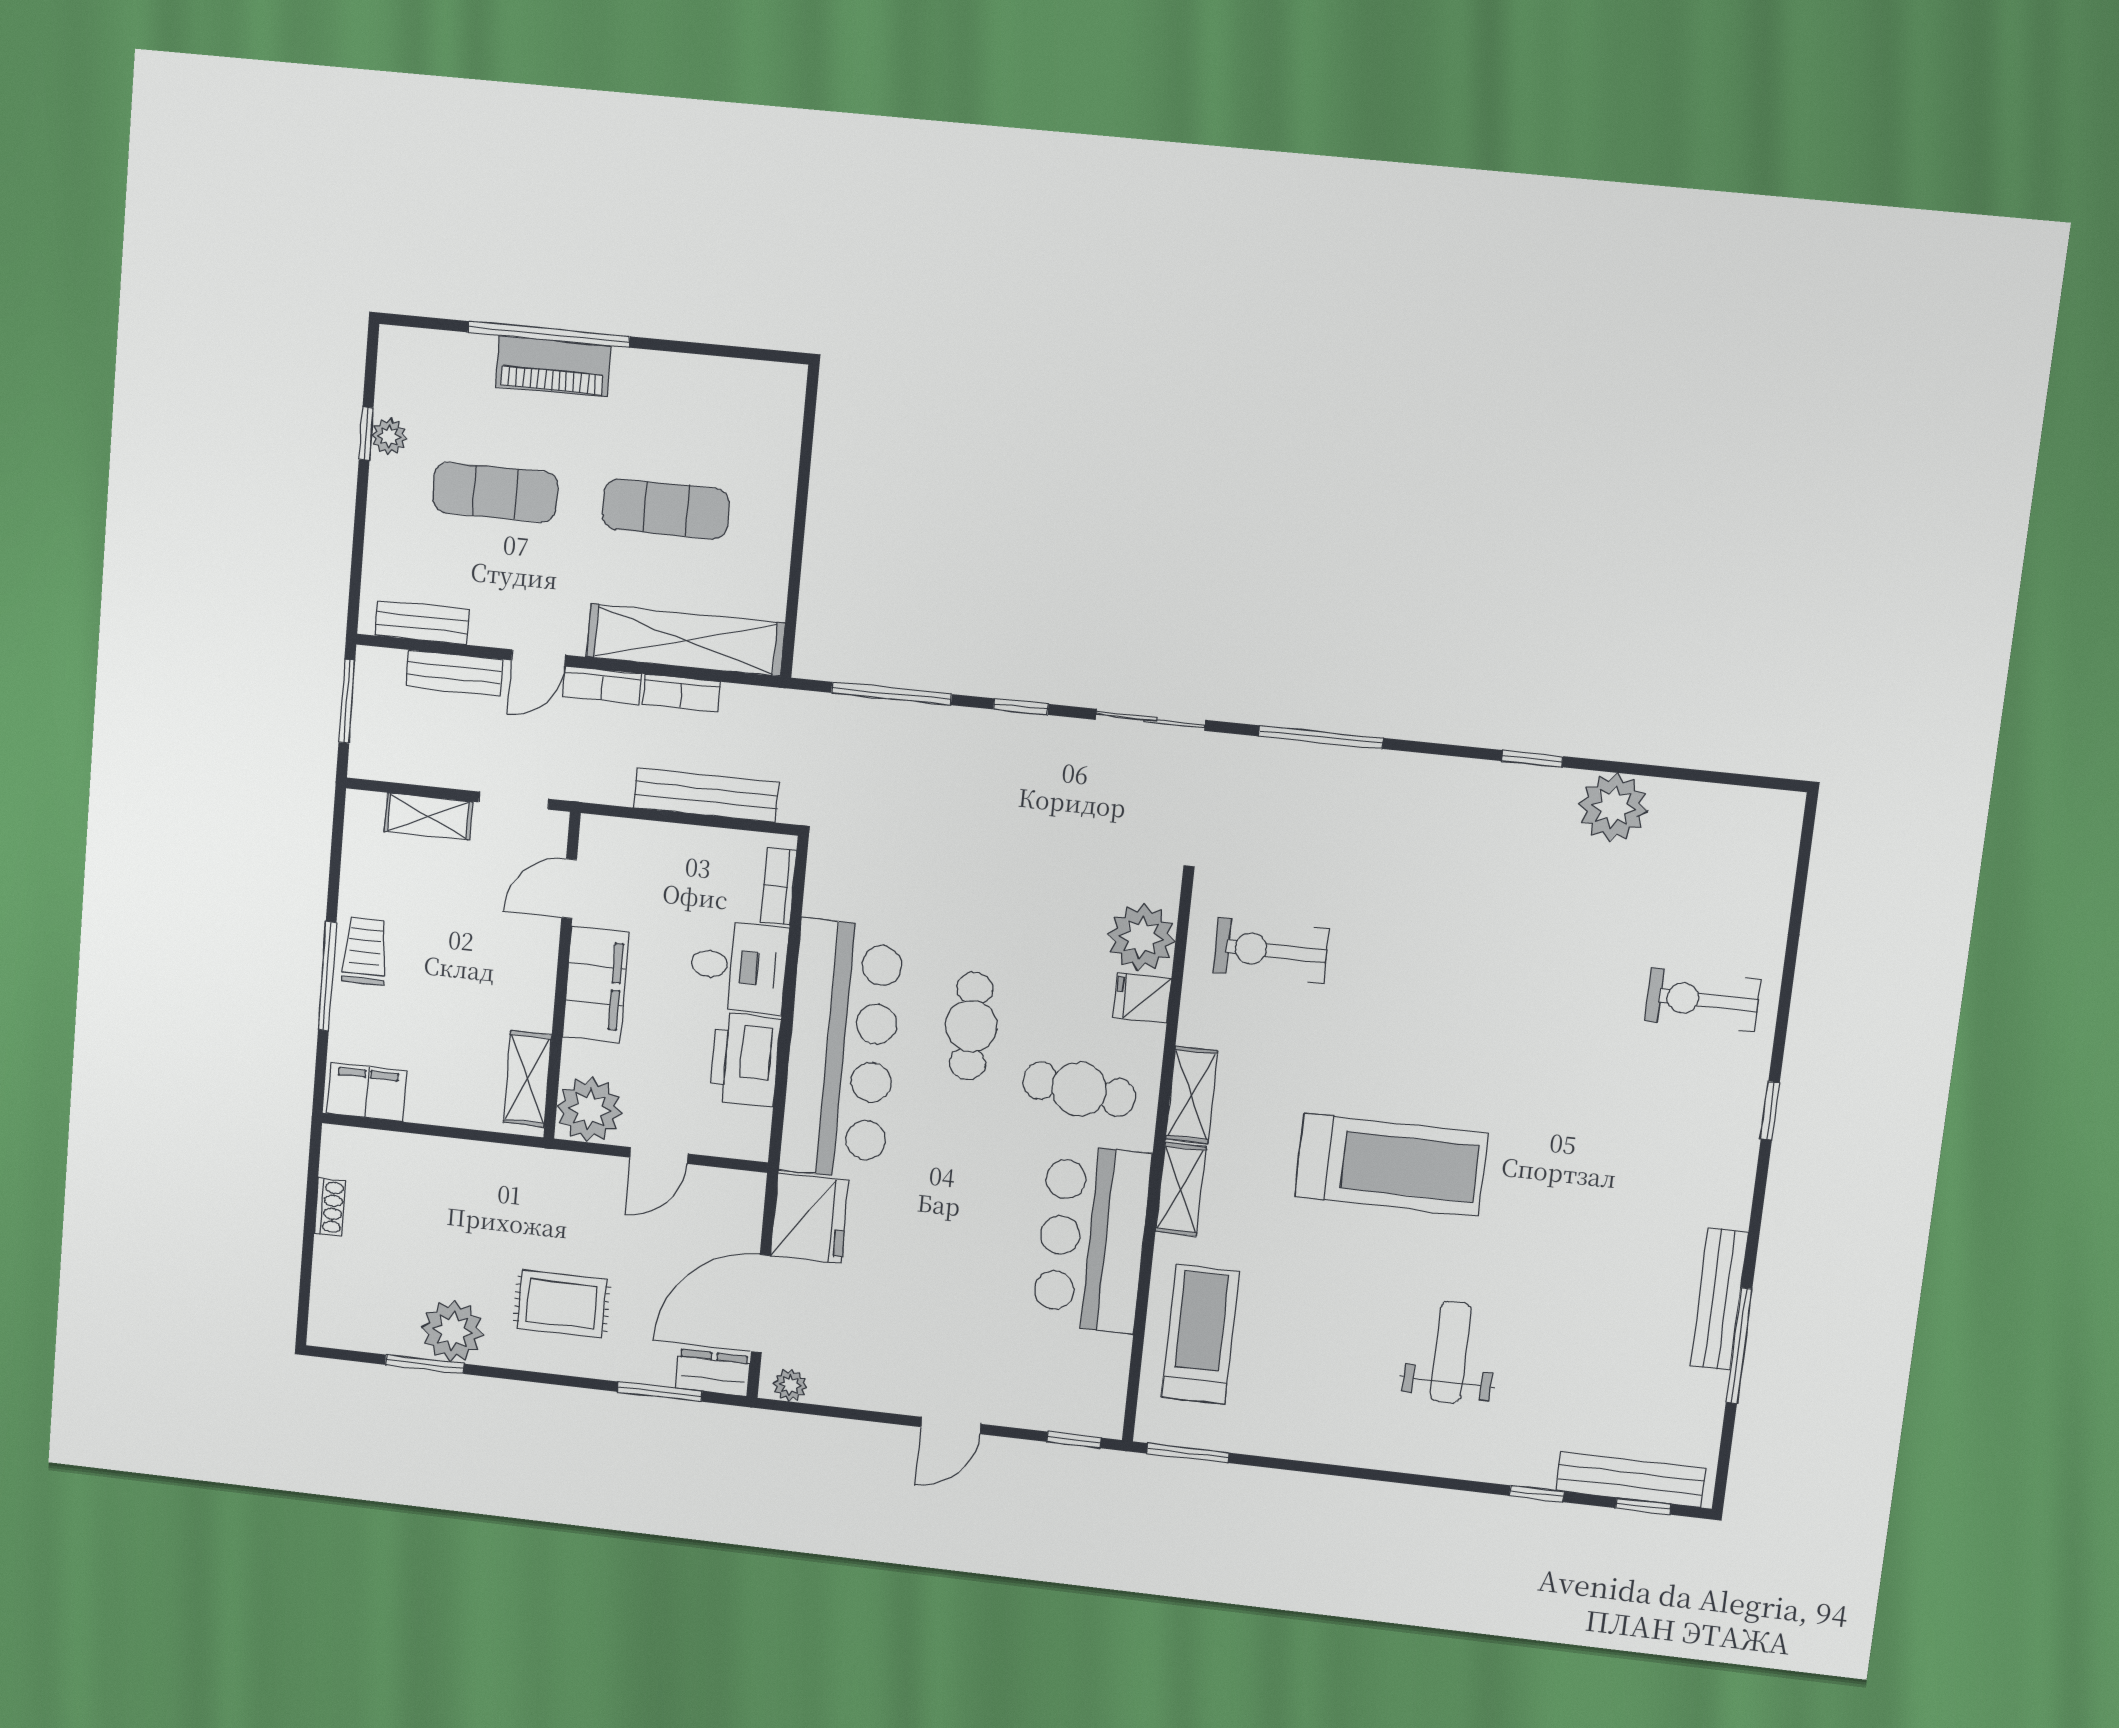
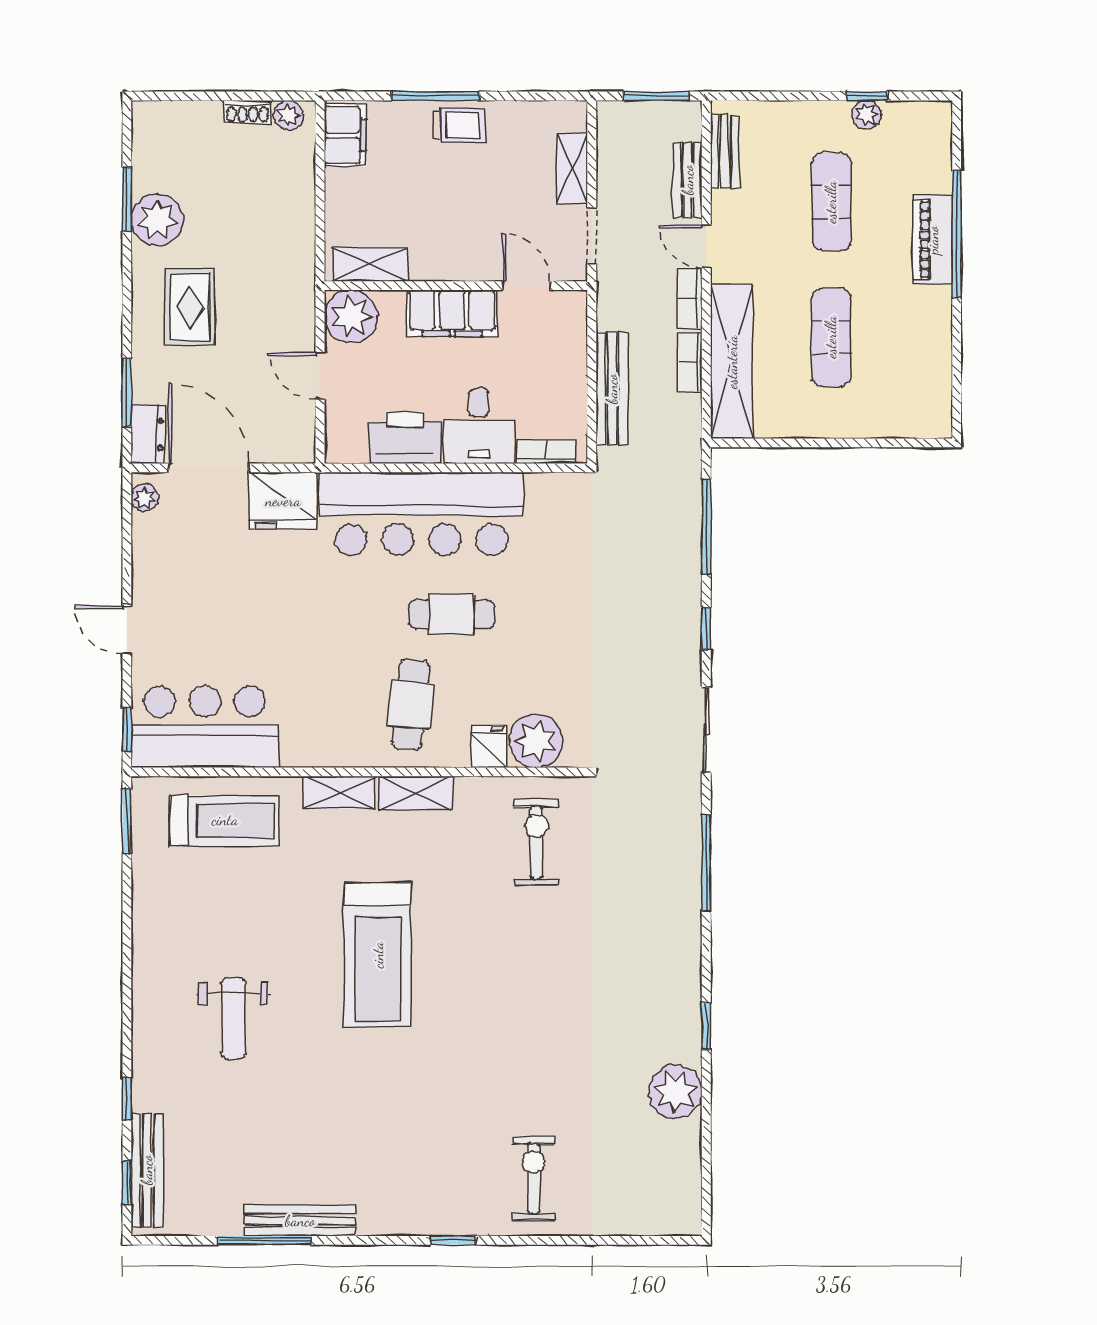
plant: (338, 1158) -> (289, 115), added
bar counter: (1092, 1238) -> (205, 727), moved
weight bench: (1451, 1352) -> (233, 1018), turned 90

